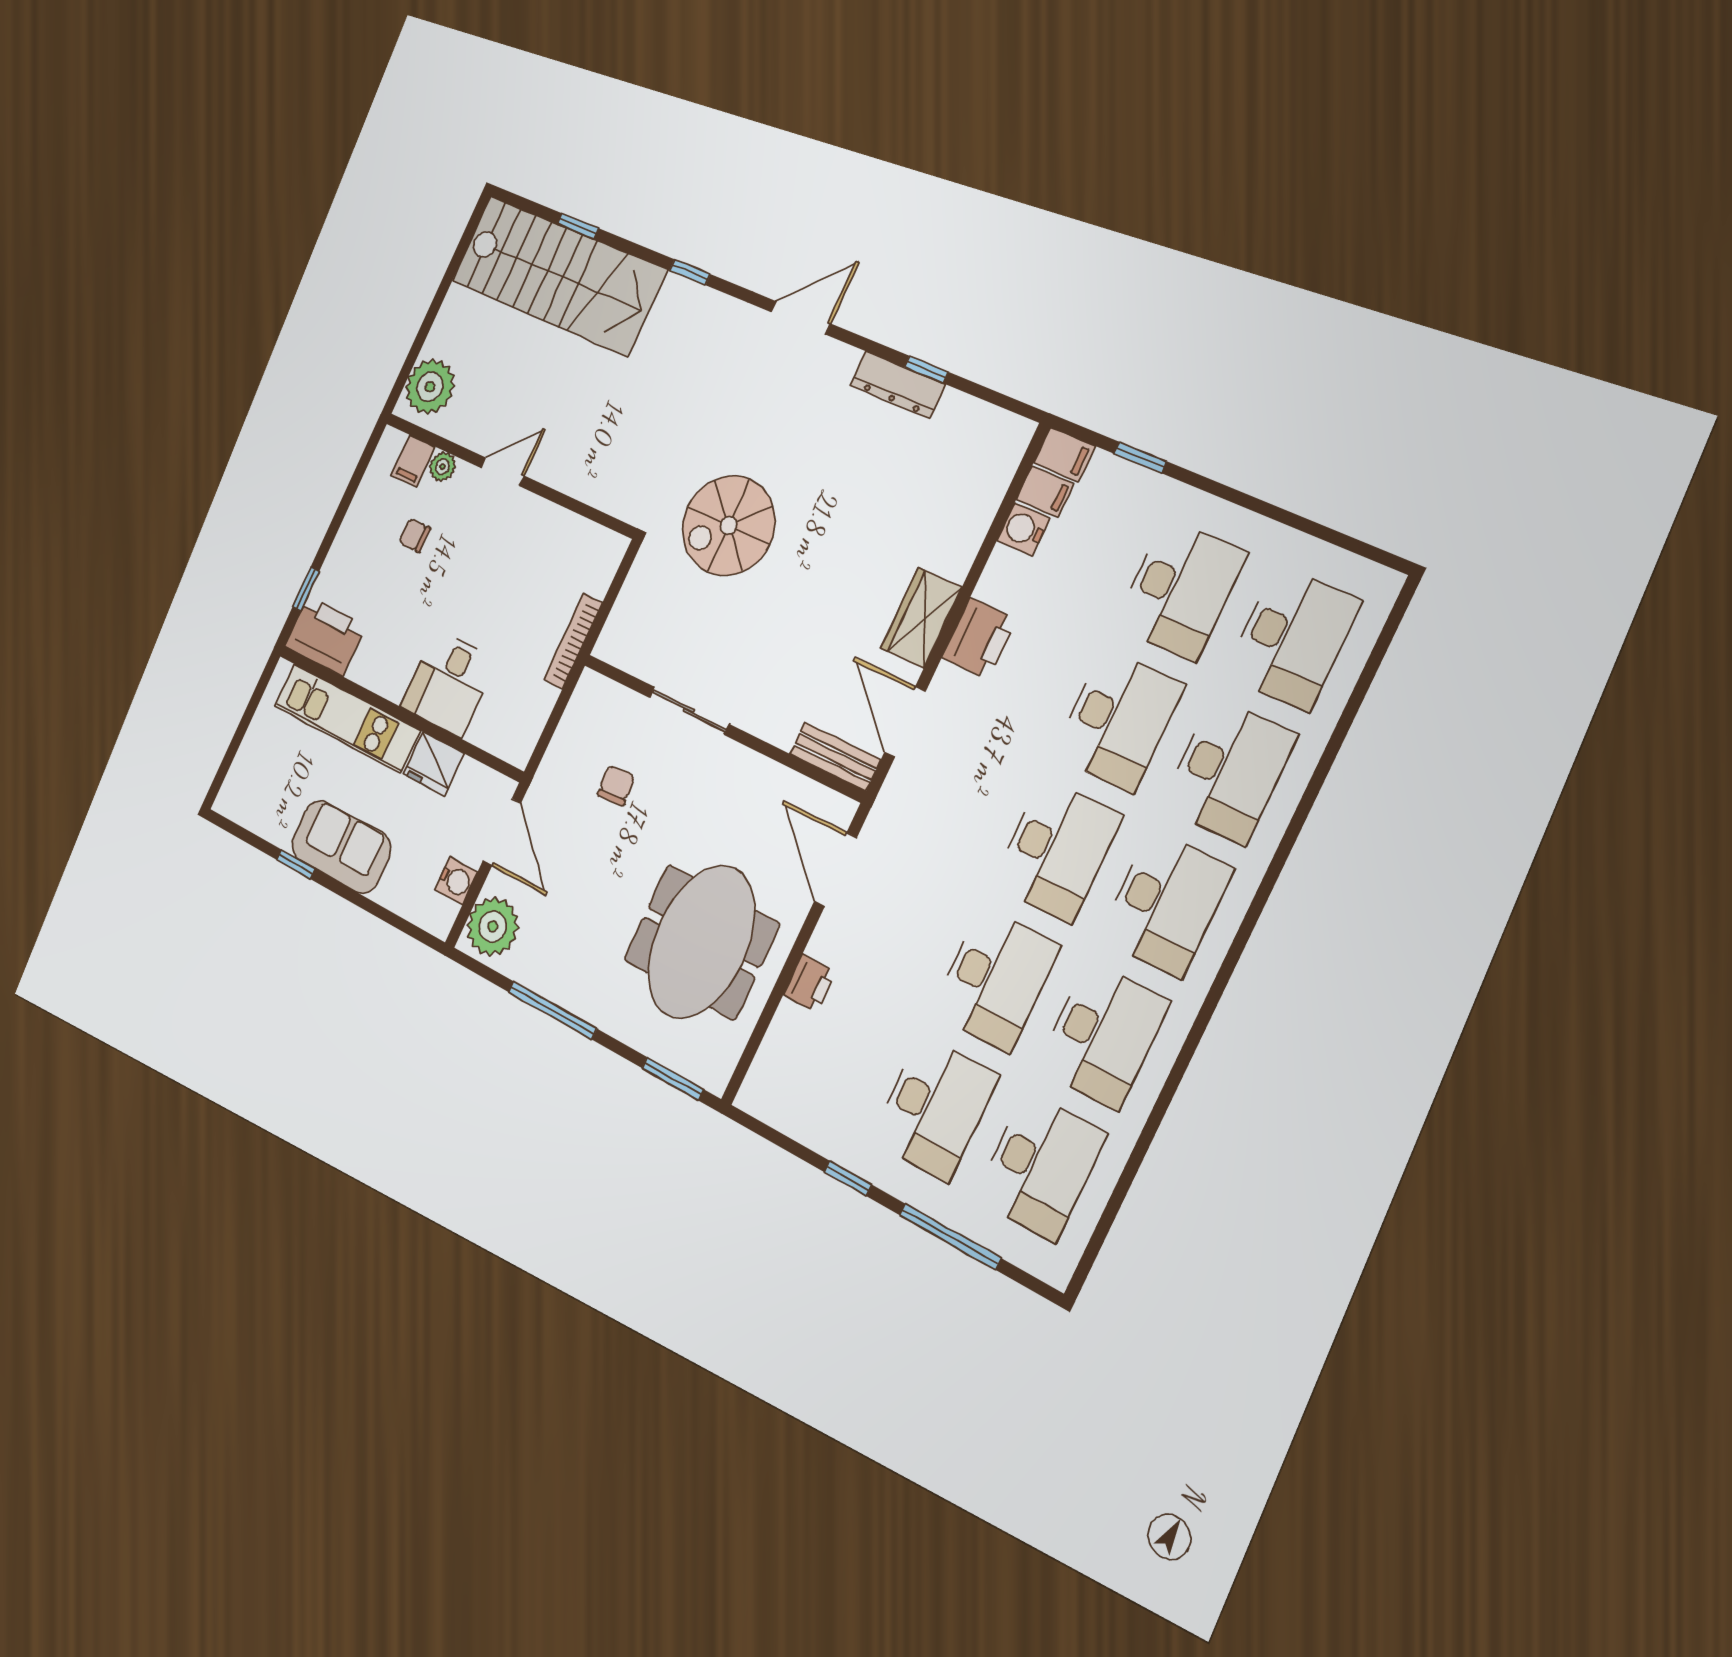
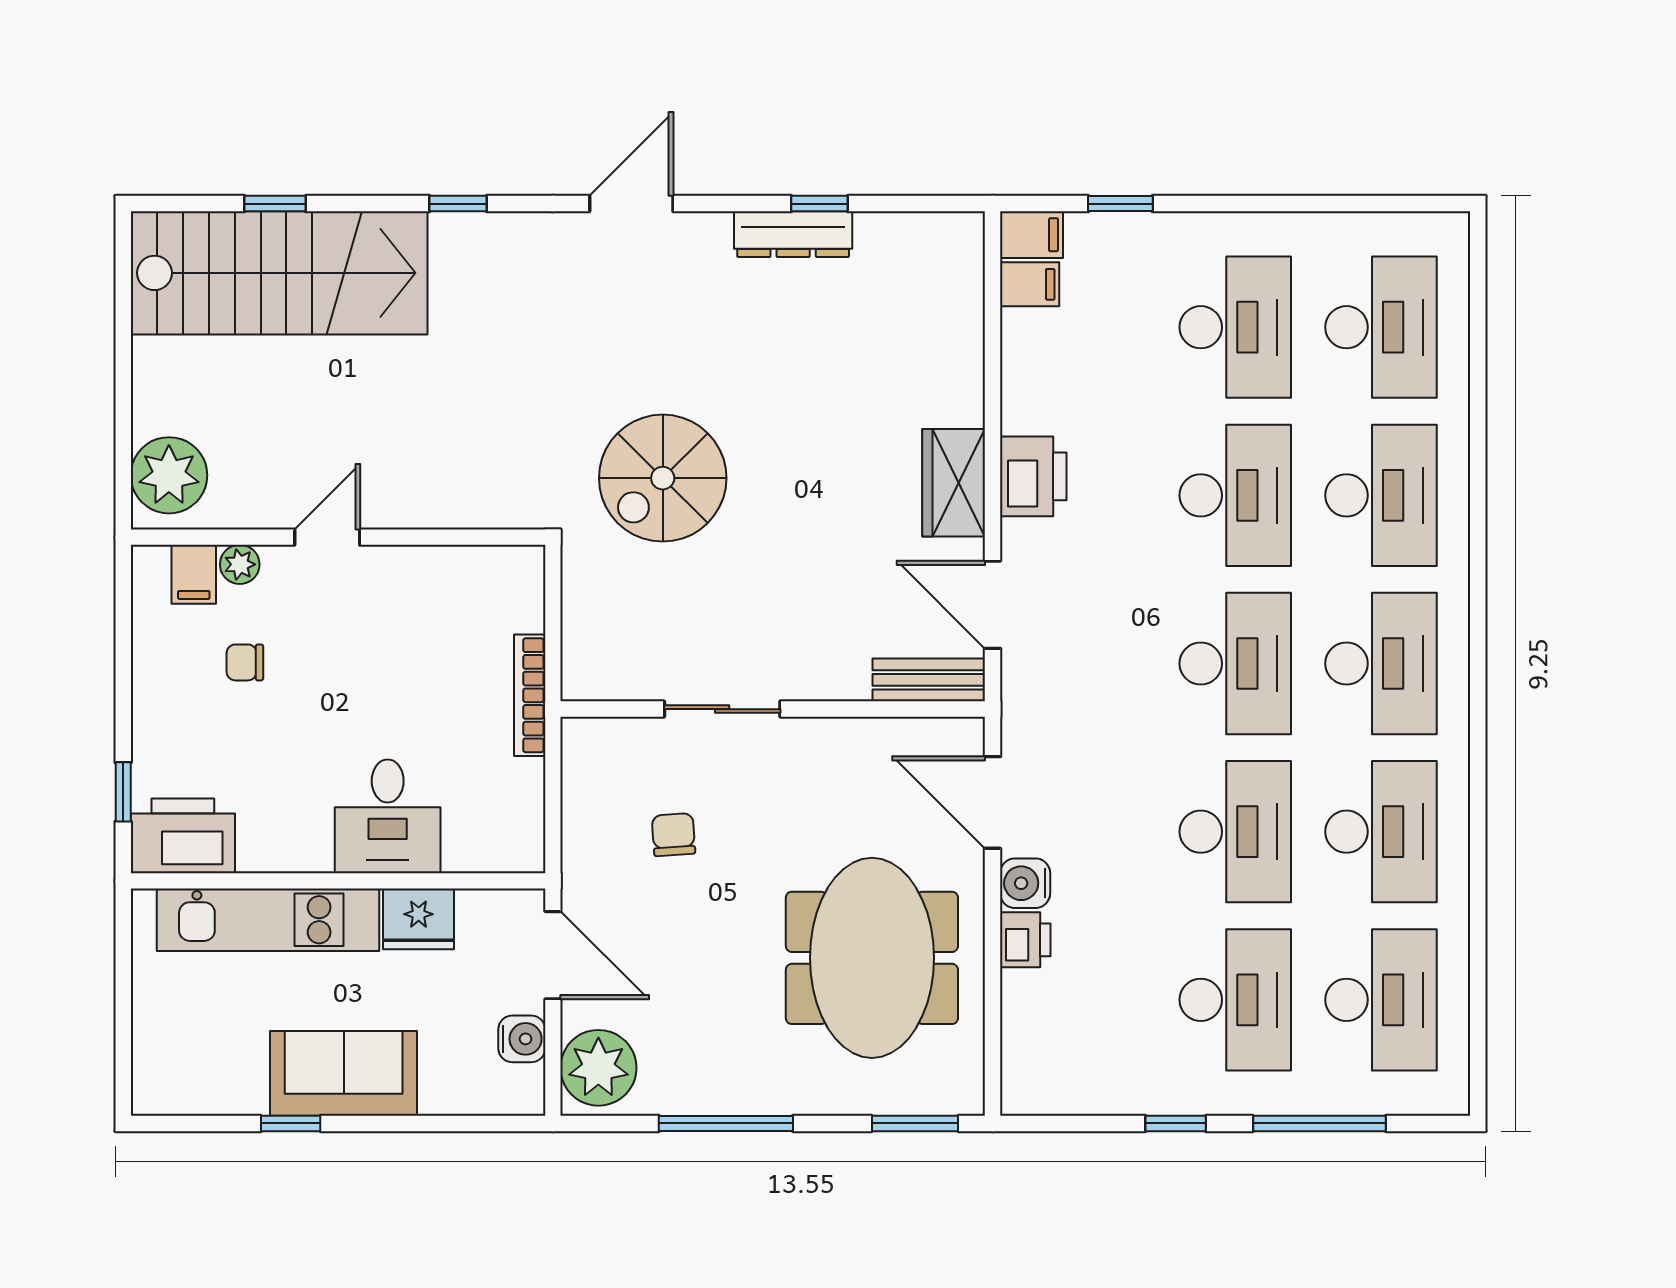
water cooler: (1023, 529) -> (1025, 883), moved

